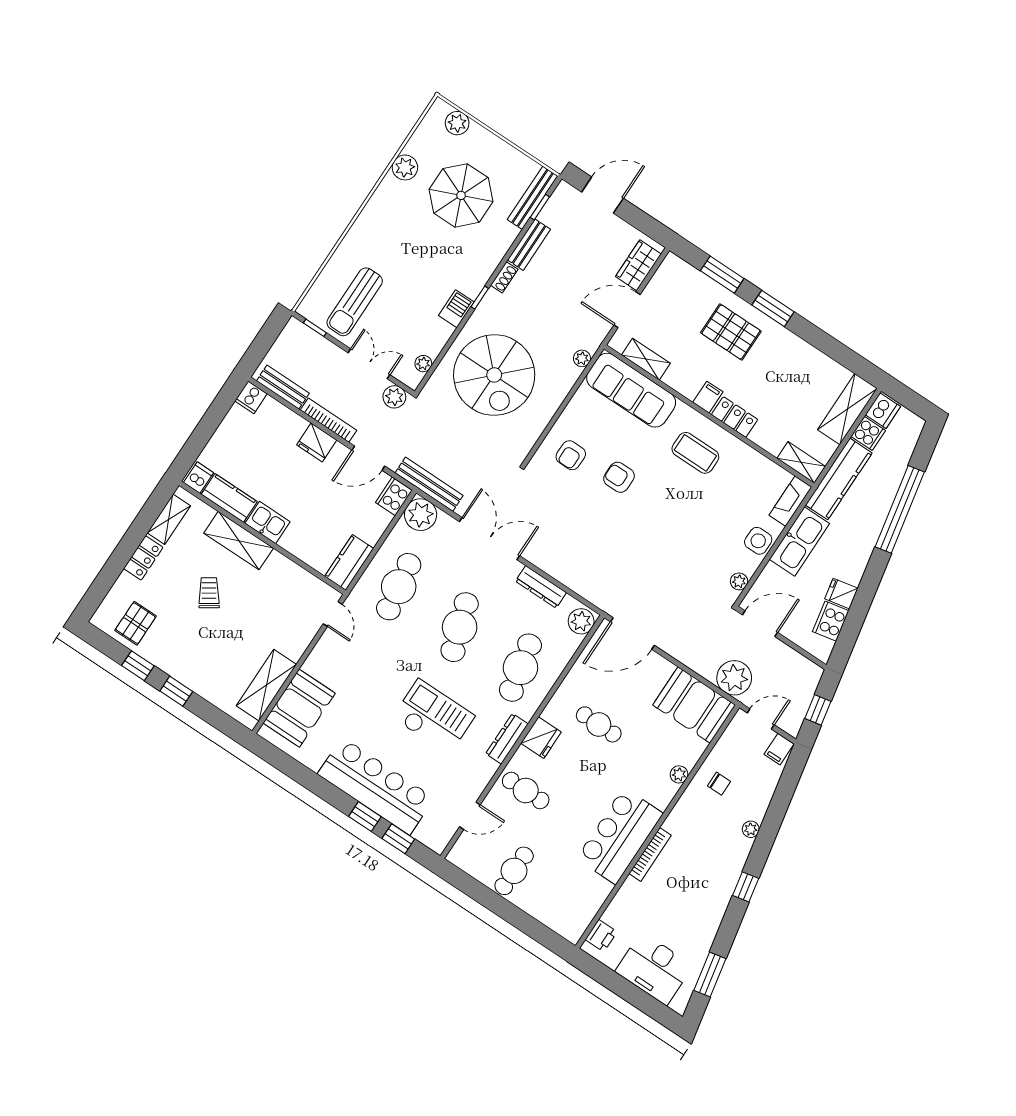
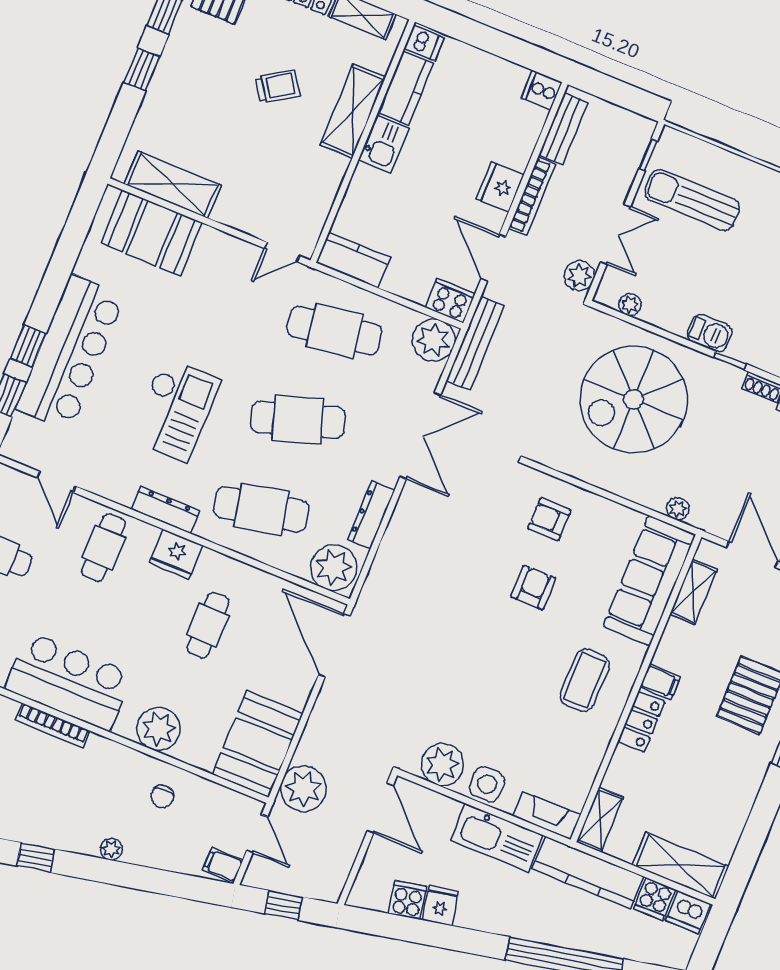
plant: (739, 581) -> (442, 765), width x1.87, depth x1.87
plant: (581, 621) -> (334, 568), width x1.36, depth x1.36
cooker: (831, 621) -> (407, 900), width x0.73
plant: (679, 774) -> (158, 729), width x1.88, depth x1.88

